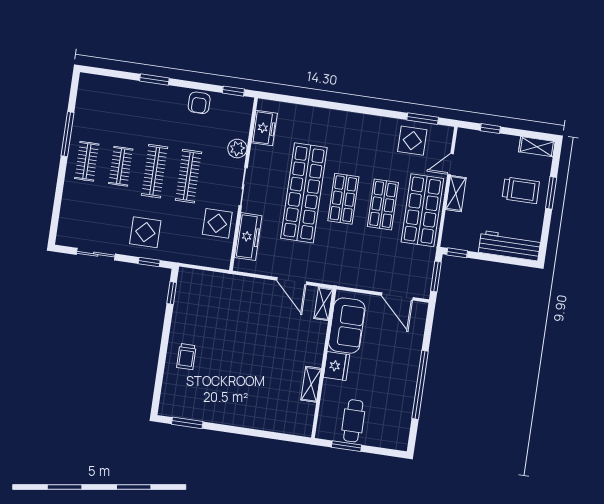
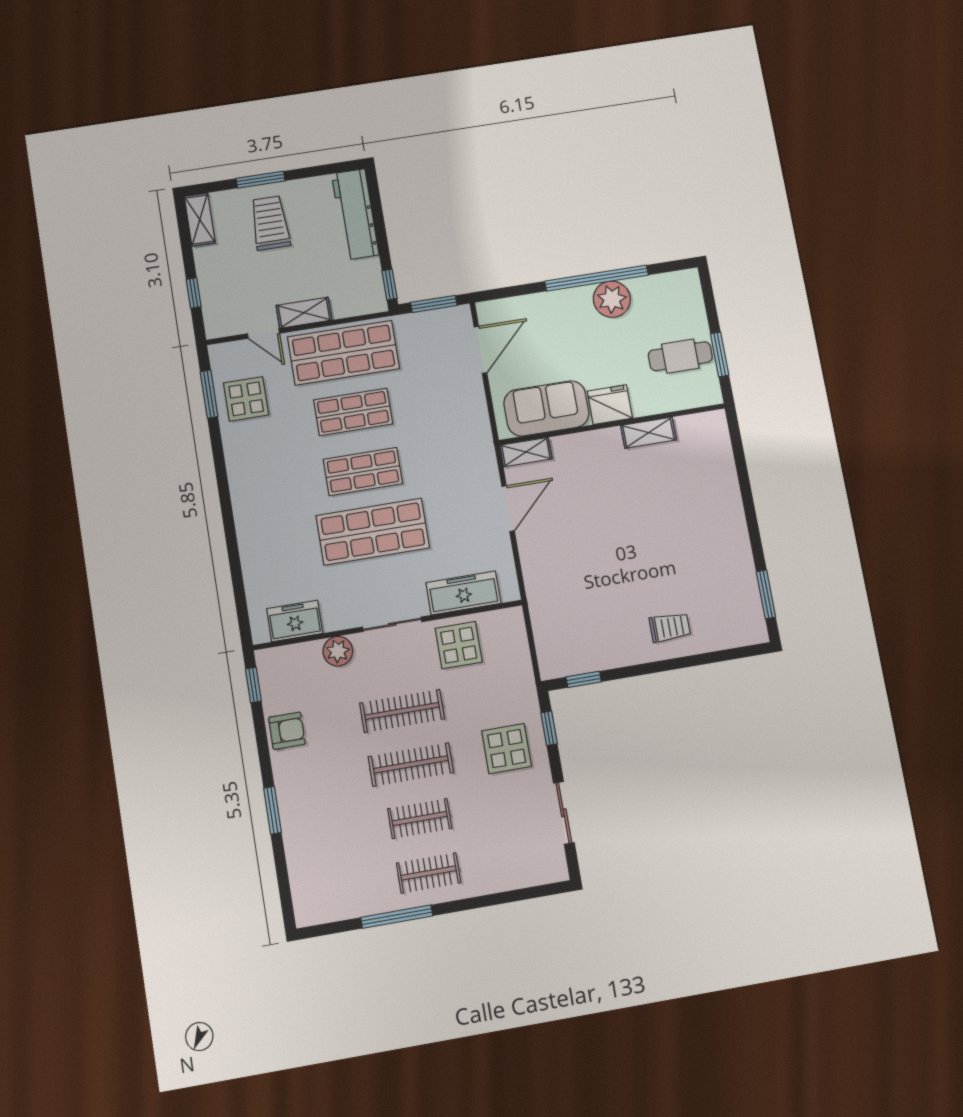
shop shelf: (304, 193) -> (373, 532), width x0.71
plant: (403, 390) -> (612, 299), added

